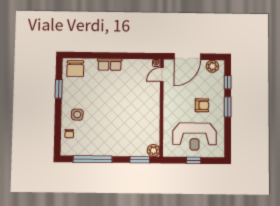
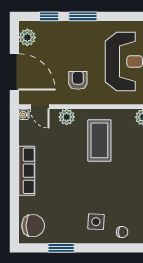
row of seats: (110, 65) -> (27, 171), width x1.48
plant: (154, 94) -> (67, 117), added
armchair: (202, 105) -> (78, 80), moved
coffee table: (137, 118) -> (99, 140), added

